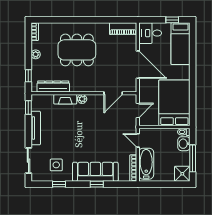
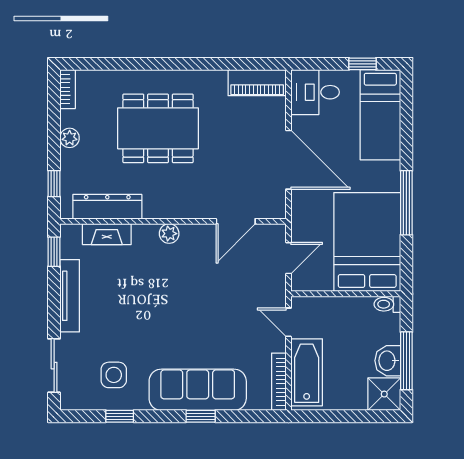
window: (193, 85) -> (406, 203), added
fireplace: (65, 99) -> (107, 234), moved
washbasin: (184, 144) -> (388, 361), moved

